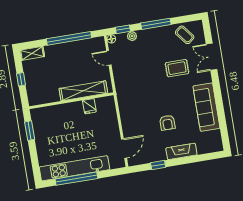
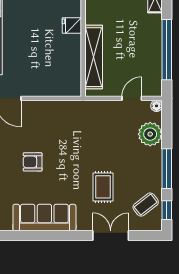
window: (123, 29) -> (167, 210), moved
plant: (132, 36) -> (150, 134), width x1.87, depth x1.87
fridge: (89, 106) -> (72, 25), moved

